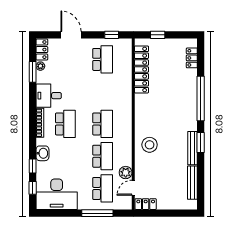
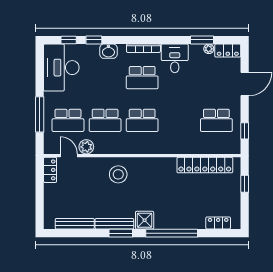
shower: (189, 122) -> (145, 220), added

